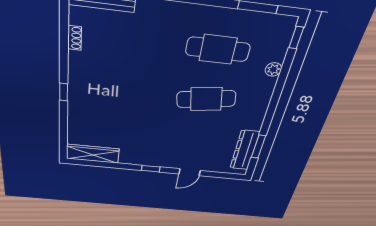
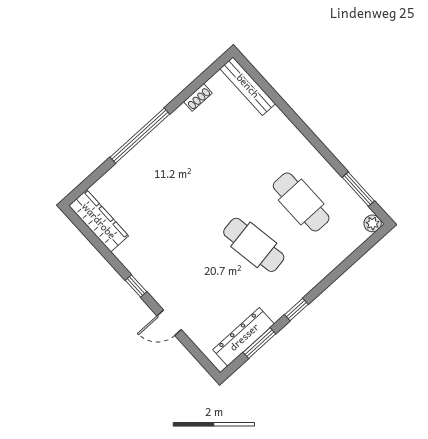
window: (296, 38) -> (296, 310), moved
plant: (273, 69) -> (373, 223), moved
window: (64, 92) -> (140, 136), width x3.17

